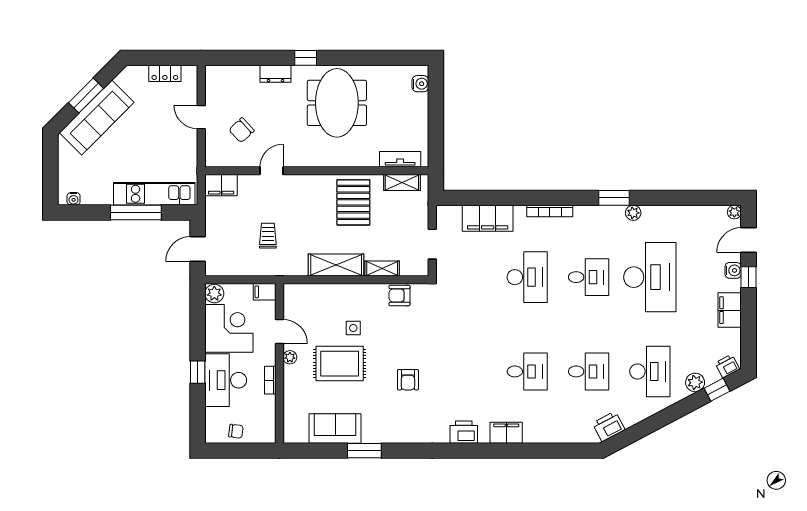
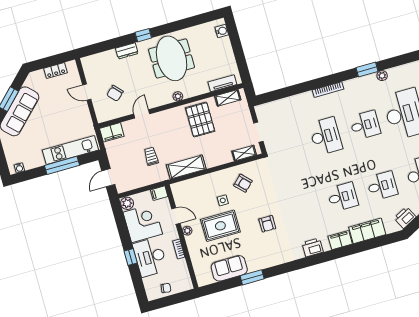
plant: (331, 160) -> (178, 96), added
filing cabinet: (488, 218) -> (367, 231), moved, turned 180
shelving: (336, 265) -> (186, 167), moved
shelving: (382, 269) -> (244, 153), moved
armchair: (399, 296) -> (243, 183), moved, turned -134

